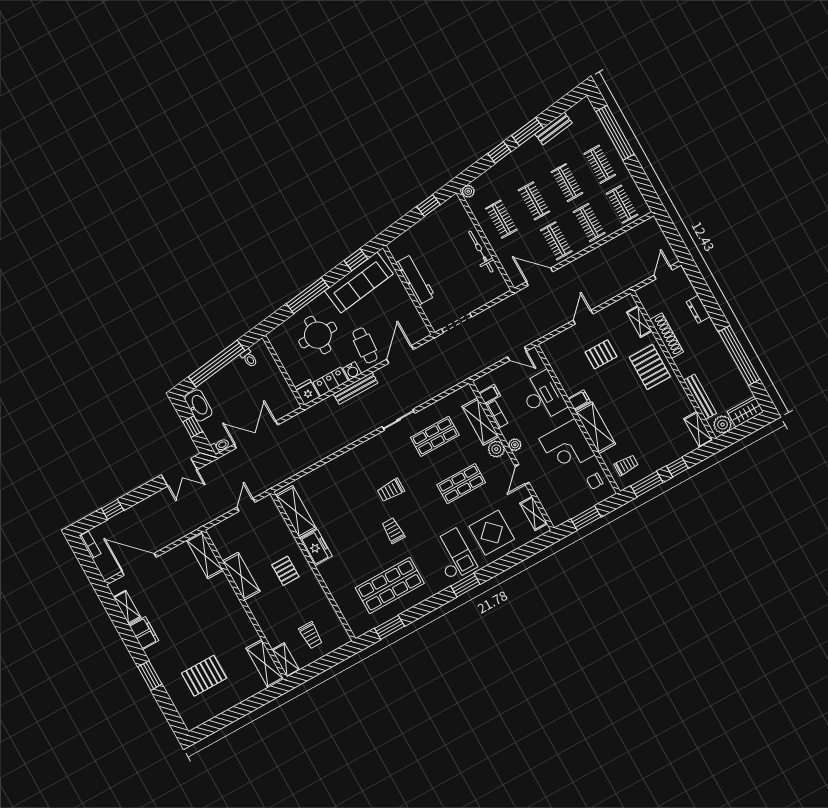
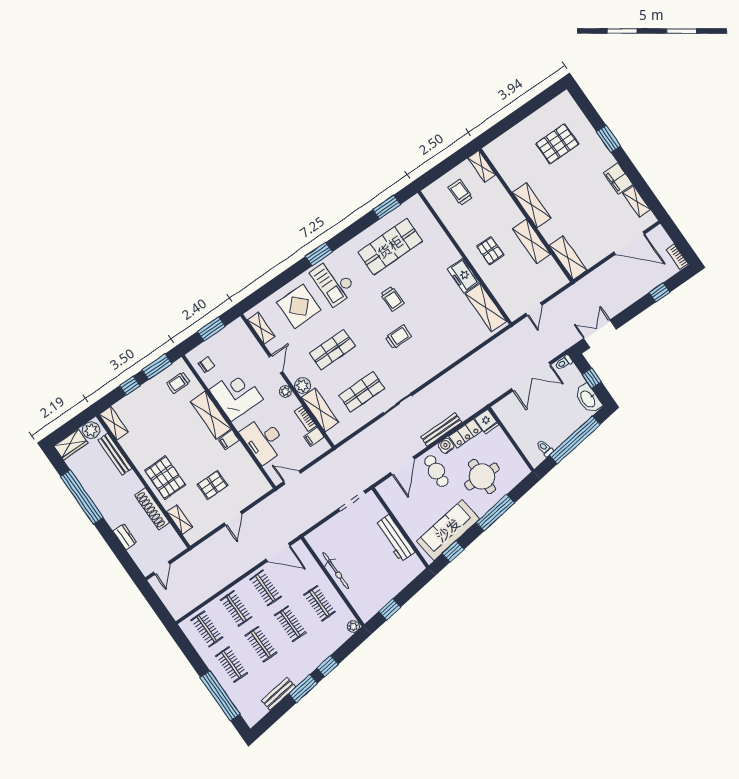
shelving: (265, 664) -> (532, 205), moved

